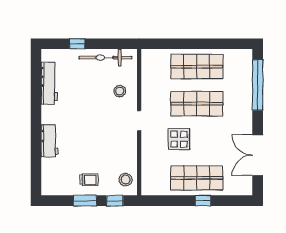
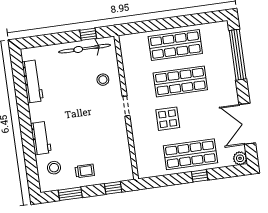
window: (77, 44) -> (88, 34), moved
stool: (126, 180) -> (54, 168), moved
plant: (246, 189) -> (240, 158), added
window: (85, 201) -> (70, 194), moved

